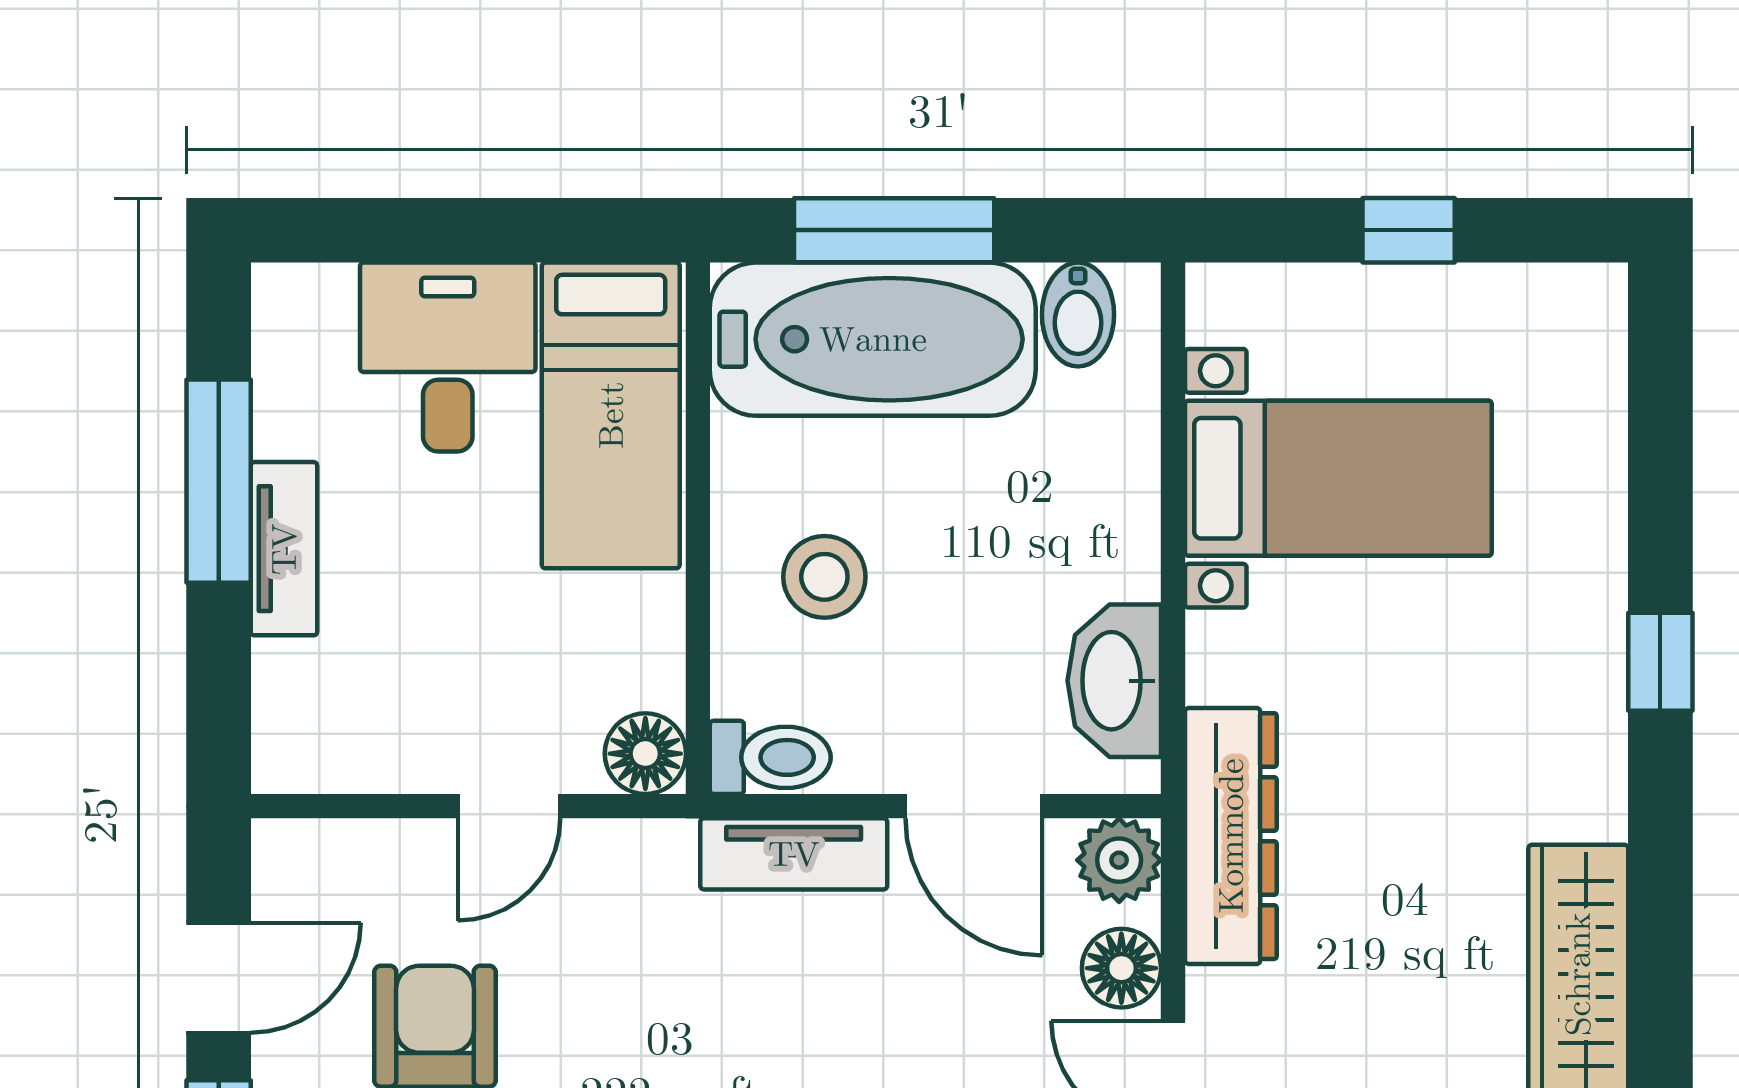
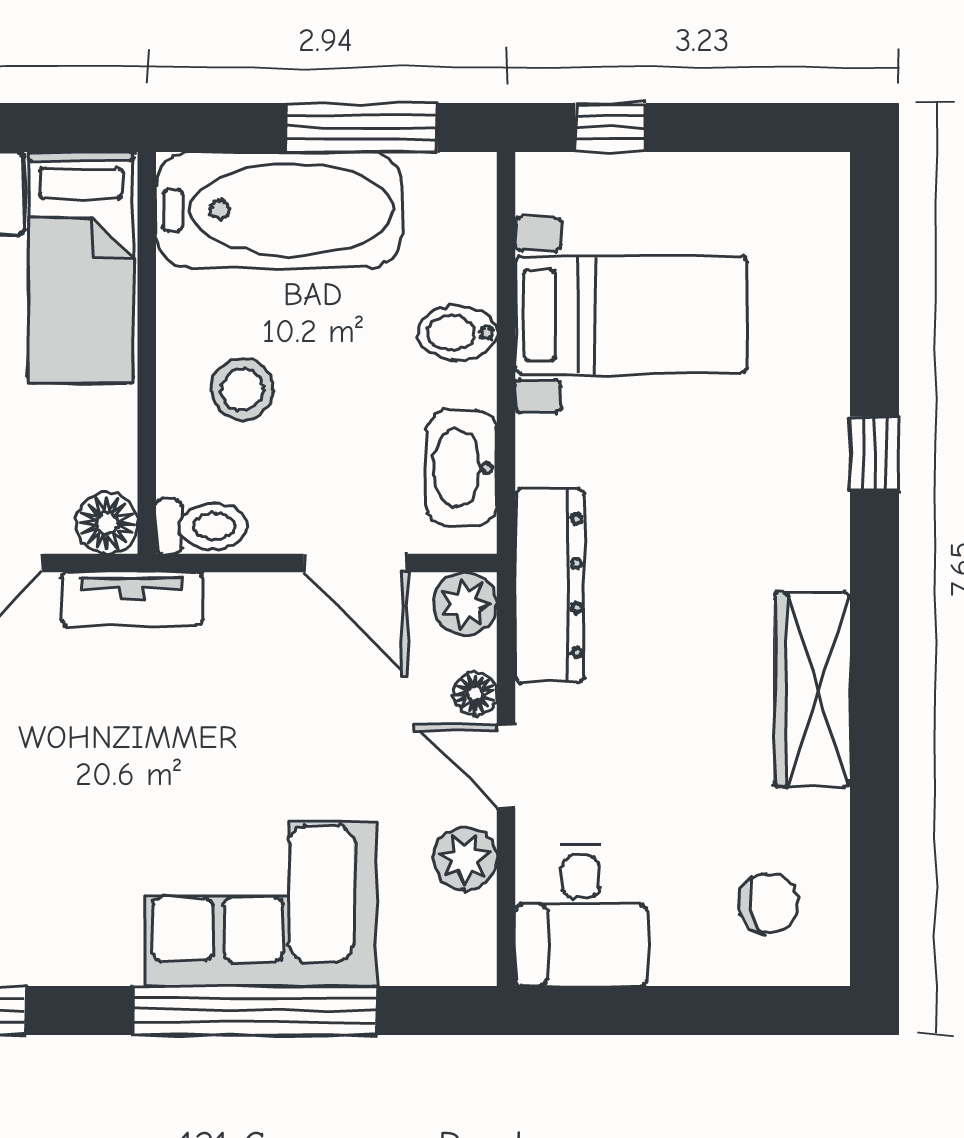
window: (894, 230) -> (362, 128), moved
window: (1409, 230) -> (610, 128), moved
bidet: (1078, 315) -> (458, 333), moved, turned 90
tv unit: (794, 854) -> (132, 599), moved
floor lamp: (1121, 968) -> (475, 694), width x0.73, depth x0.73

